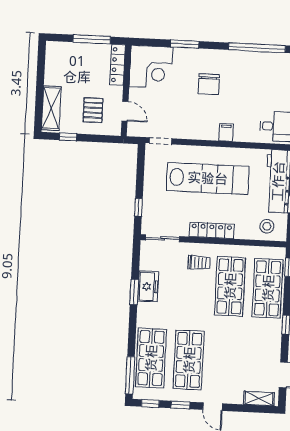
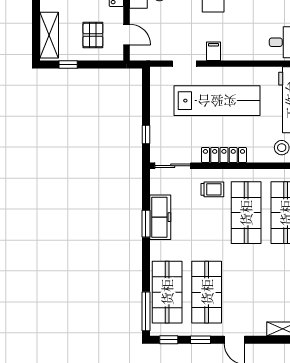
filing cabinet: (226, 132) -> (213, 51), moved
doorway: (161, 141) -> (184, 64), moved
freezer: (148, 286) -> (160, 217), width x1.40

